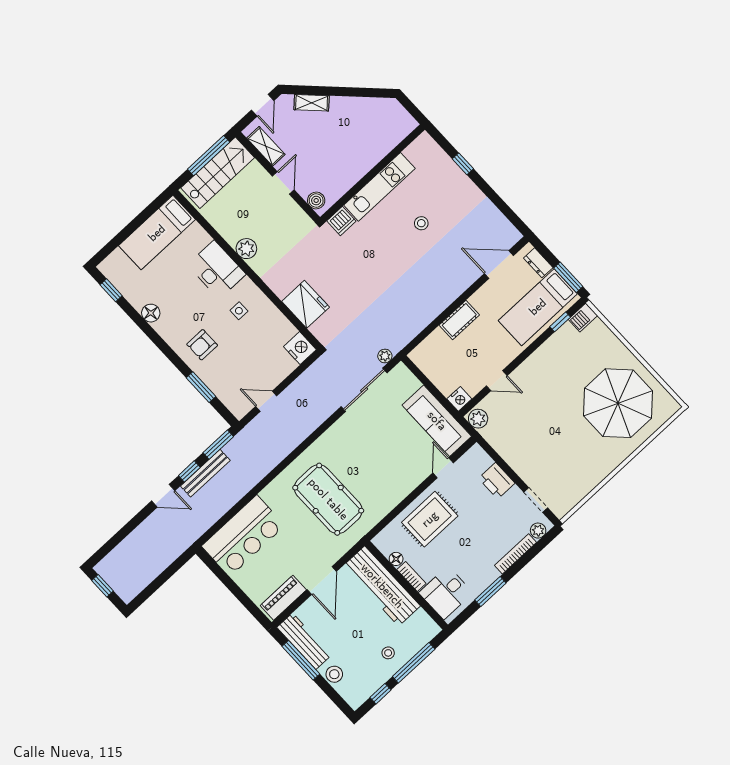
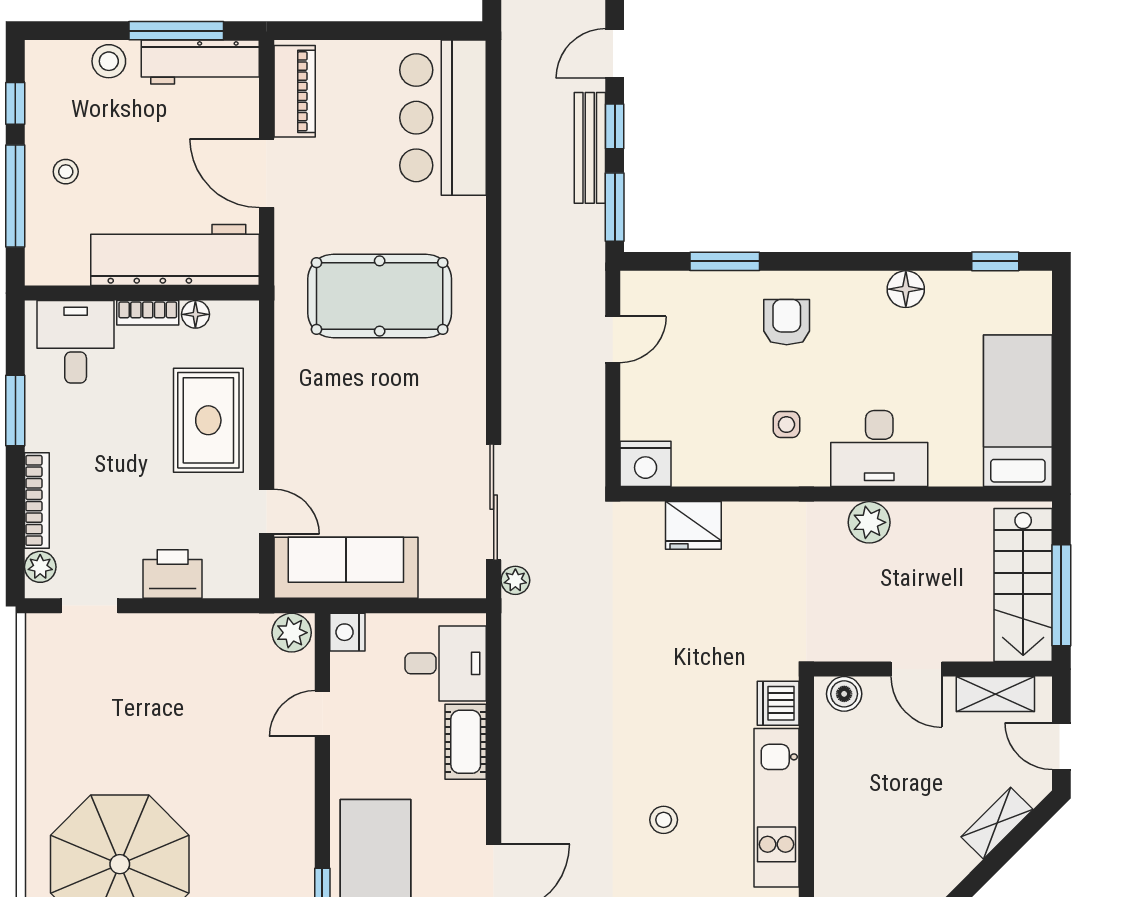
fridge: (306, 304) -> (693, 525), width x0.73, depth x0.75
desk: (438, 353) -> (446, 663), added

